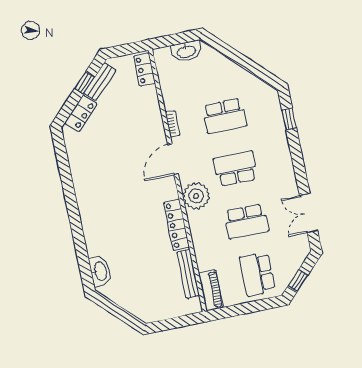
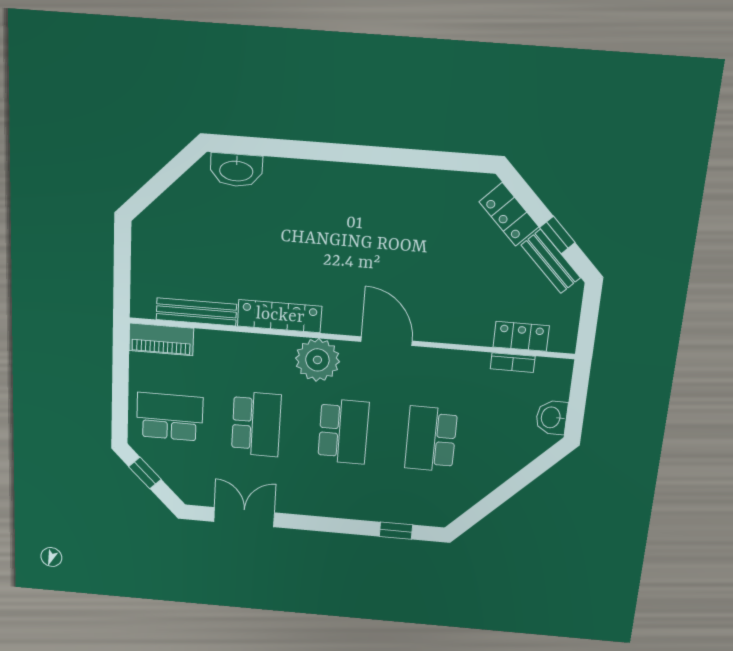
washbasin: (186, 51) -> (552, 417), width x0.72
locker: (145, 70) -> (521, 336), moved
bookcase: (173, 124) -> (513, 363), moved
school desk: (246, 221) -> (256, 424), turned 180

